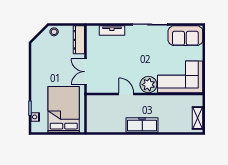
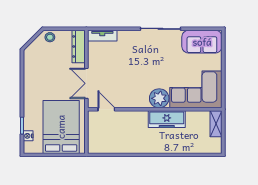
tv unit: (112, 30) -> (102, 36), moved
door: (126, 94) -> (106, 109), moved
shelving: (198, 118) -> (216, 124), moved
freezer: (142, 125) -> (167, 119), moved, turned 180

